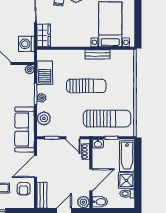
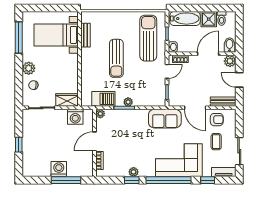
bench: (98, 54) -> (86, 35), moved
sun lounger: (86, 86) -> (116, 58), turned 180
plant: (44, 118) -> (148, 100), removed
sofa: (25, 130) -> (165, 119), width x0.73
door: (91, 180) -> (208, 54), hinge flipped

